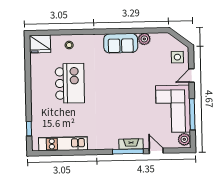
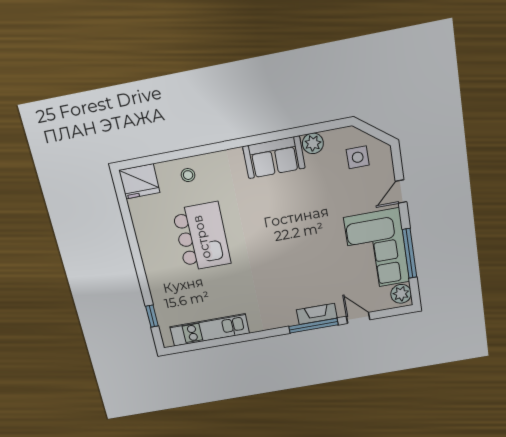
side table: (177, 57) -> (358, 157), moved

